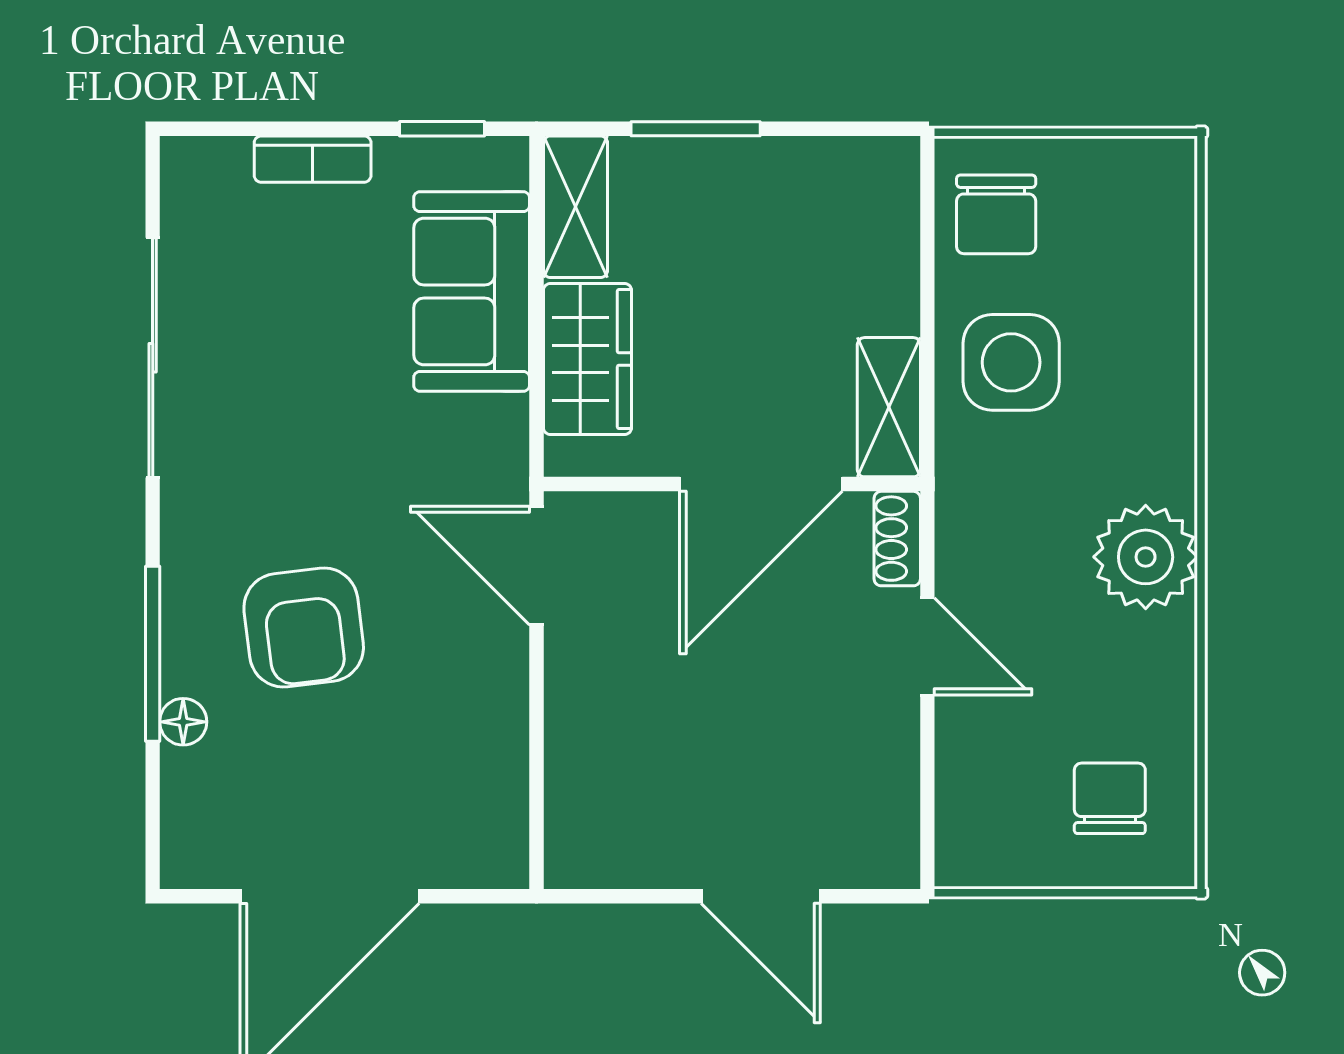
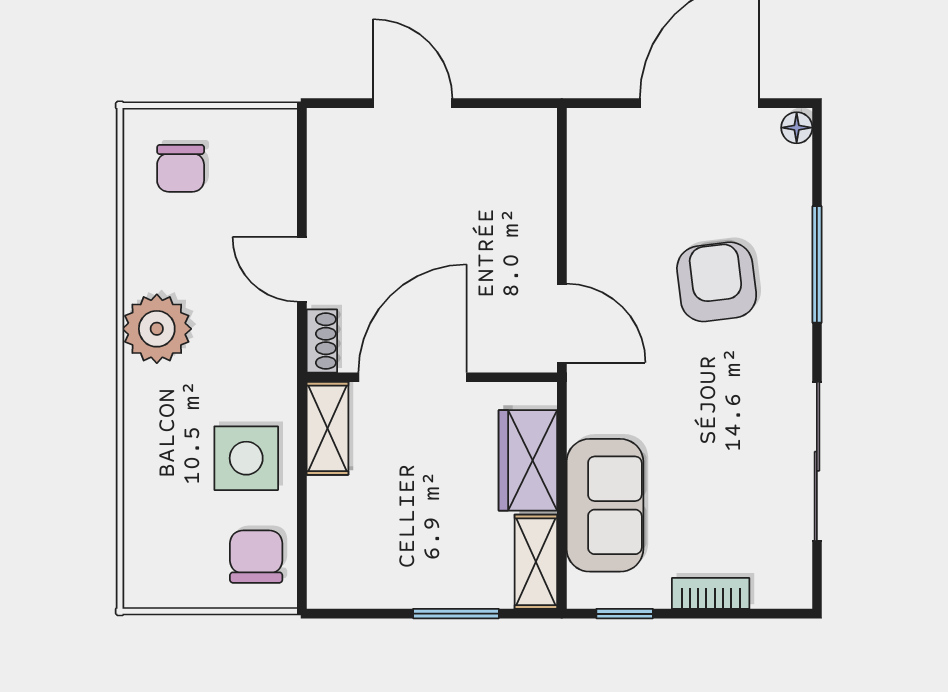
floor lamp: (183, 722) -> (797, 128), moved

